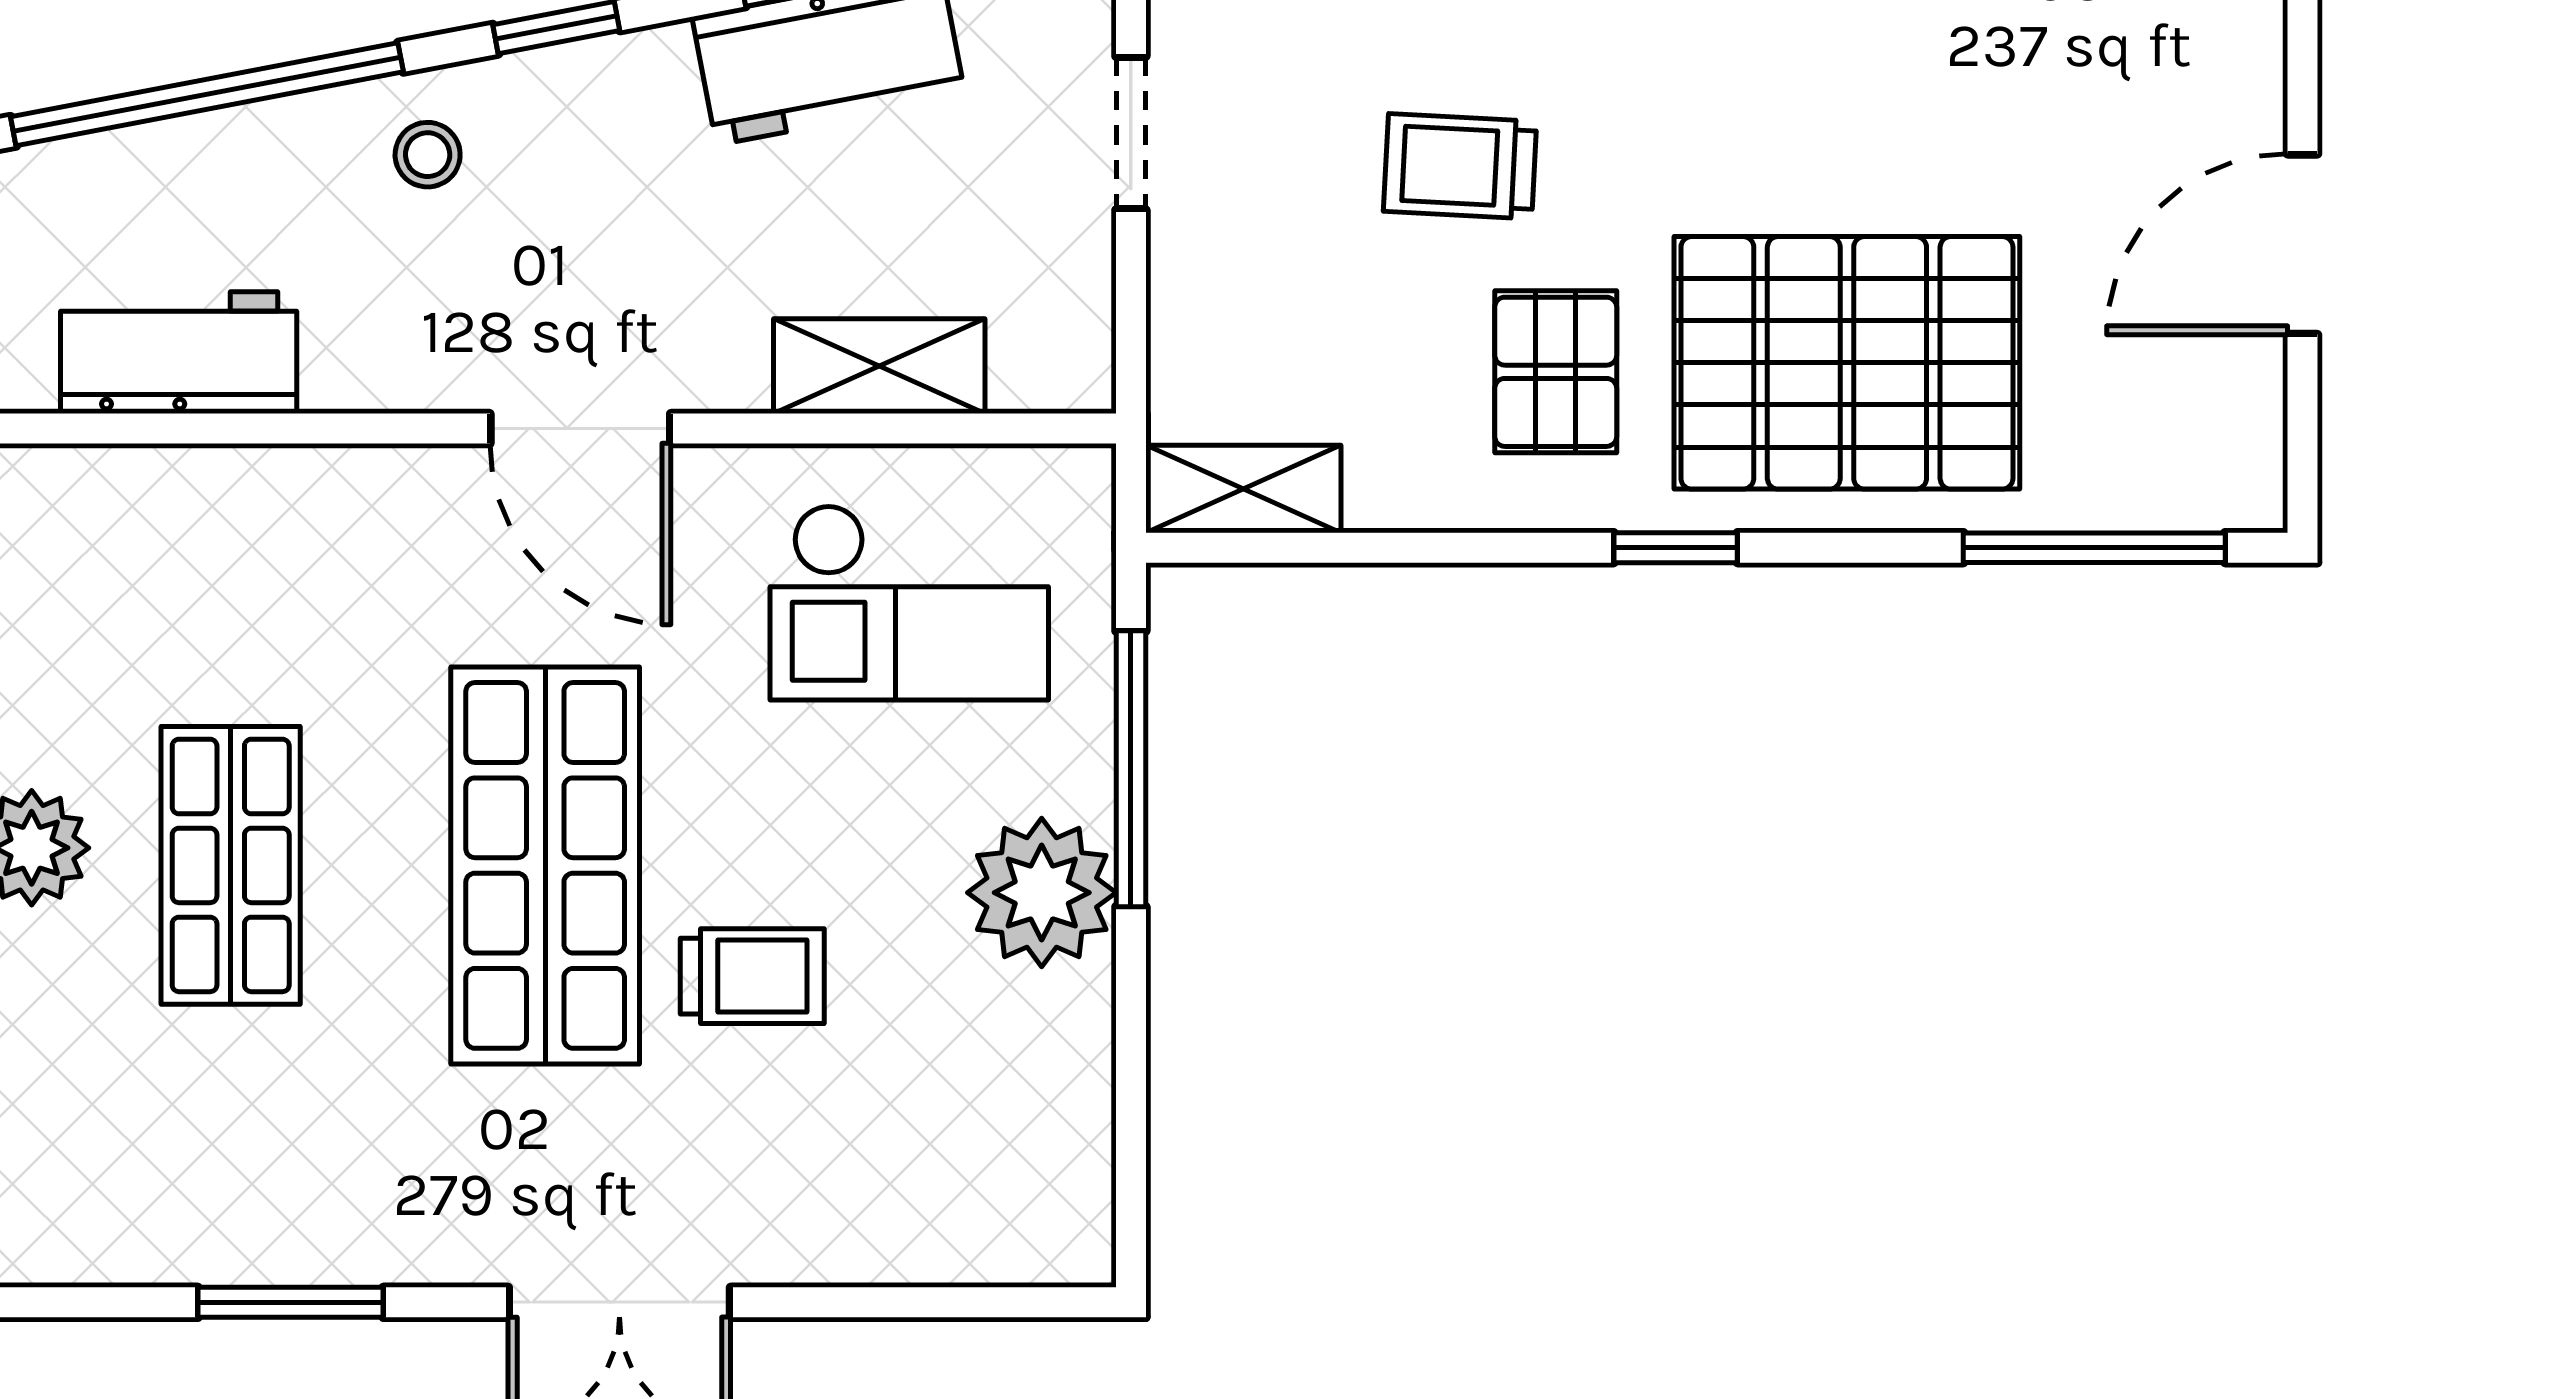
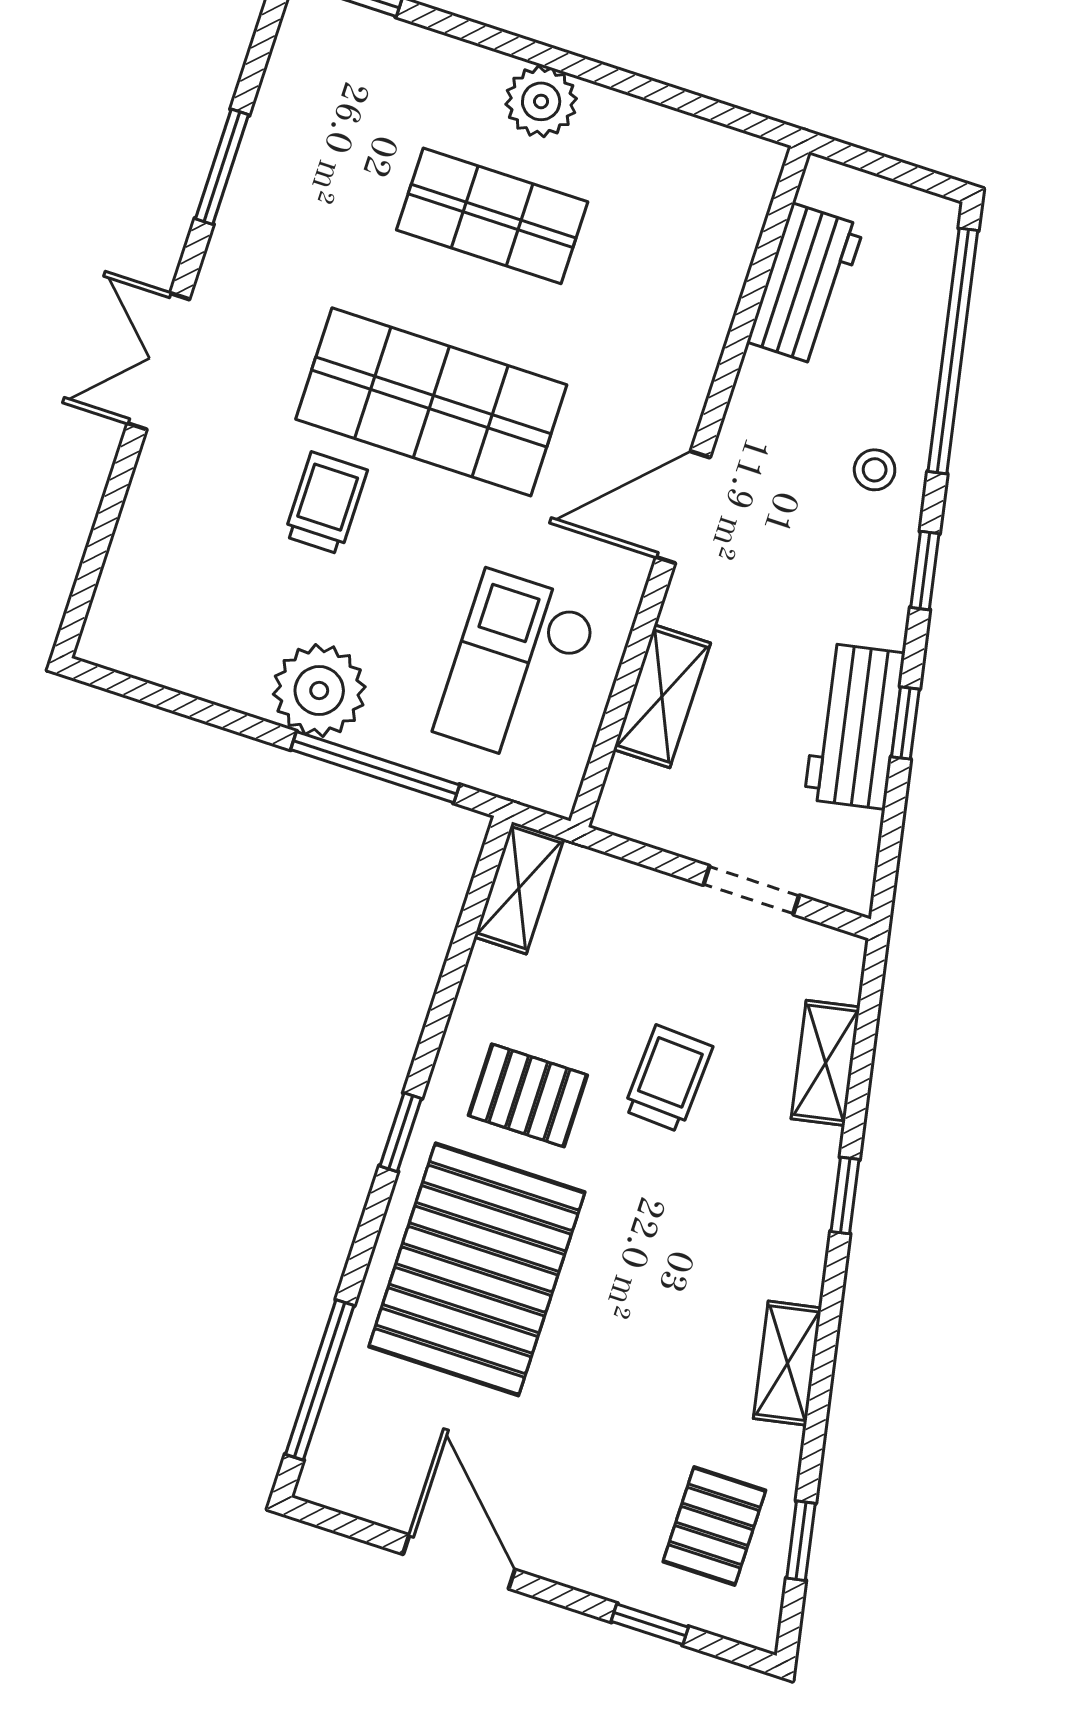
trolley: (752, 976) -> (326, 503), turned 180

